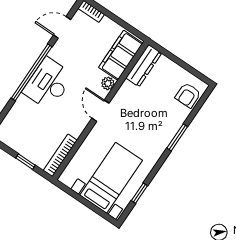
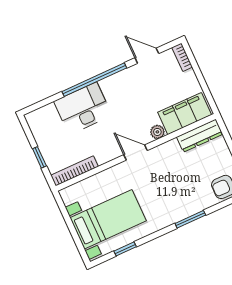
desk: (48, 84) -> (83, 108), moved
door: (100, 111) -> (136, 153), hinge flipped

